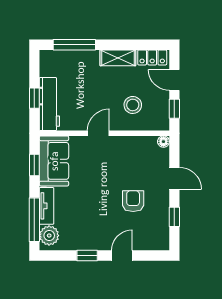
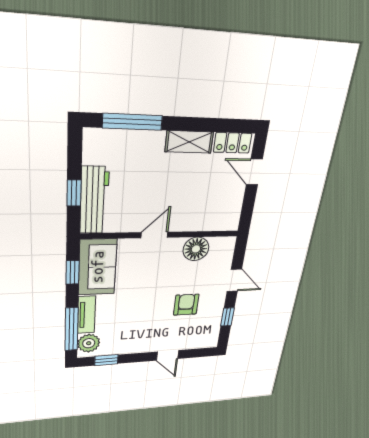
stool: (133, 105) -> (200, 202), removed
window: (174, 109) -> (248, 206), removed
floor lamp: (163, 142) -> (196, 249), moved, width x1.89, depth x1.89
window: (87, 255) -> (106, 360), moved
door: (122, 255) -> (168, 355), swing flipped

